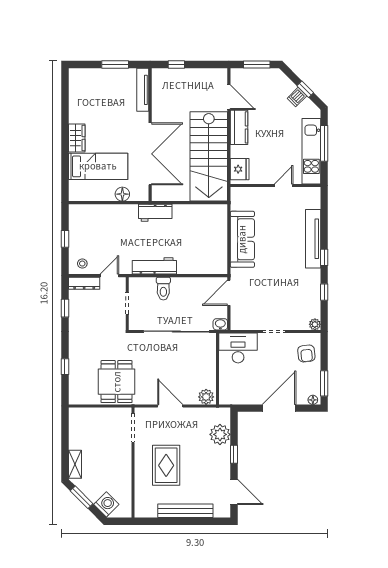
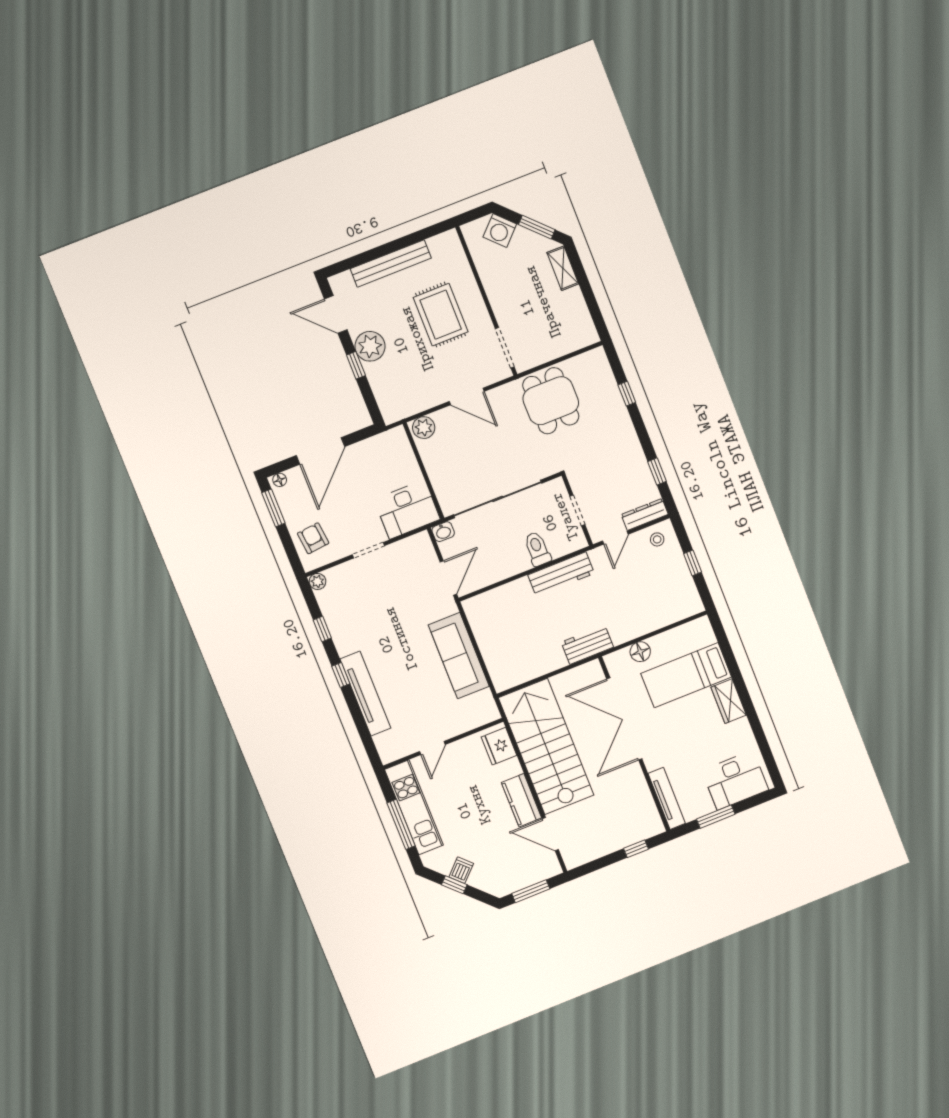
desk: (93, 84) -> (735, 780), added
plant: (220, 434) -> (370, 346), moved

